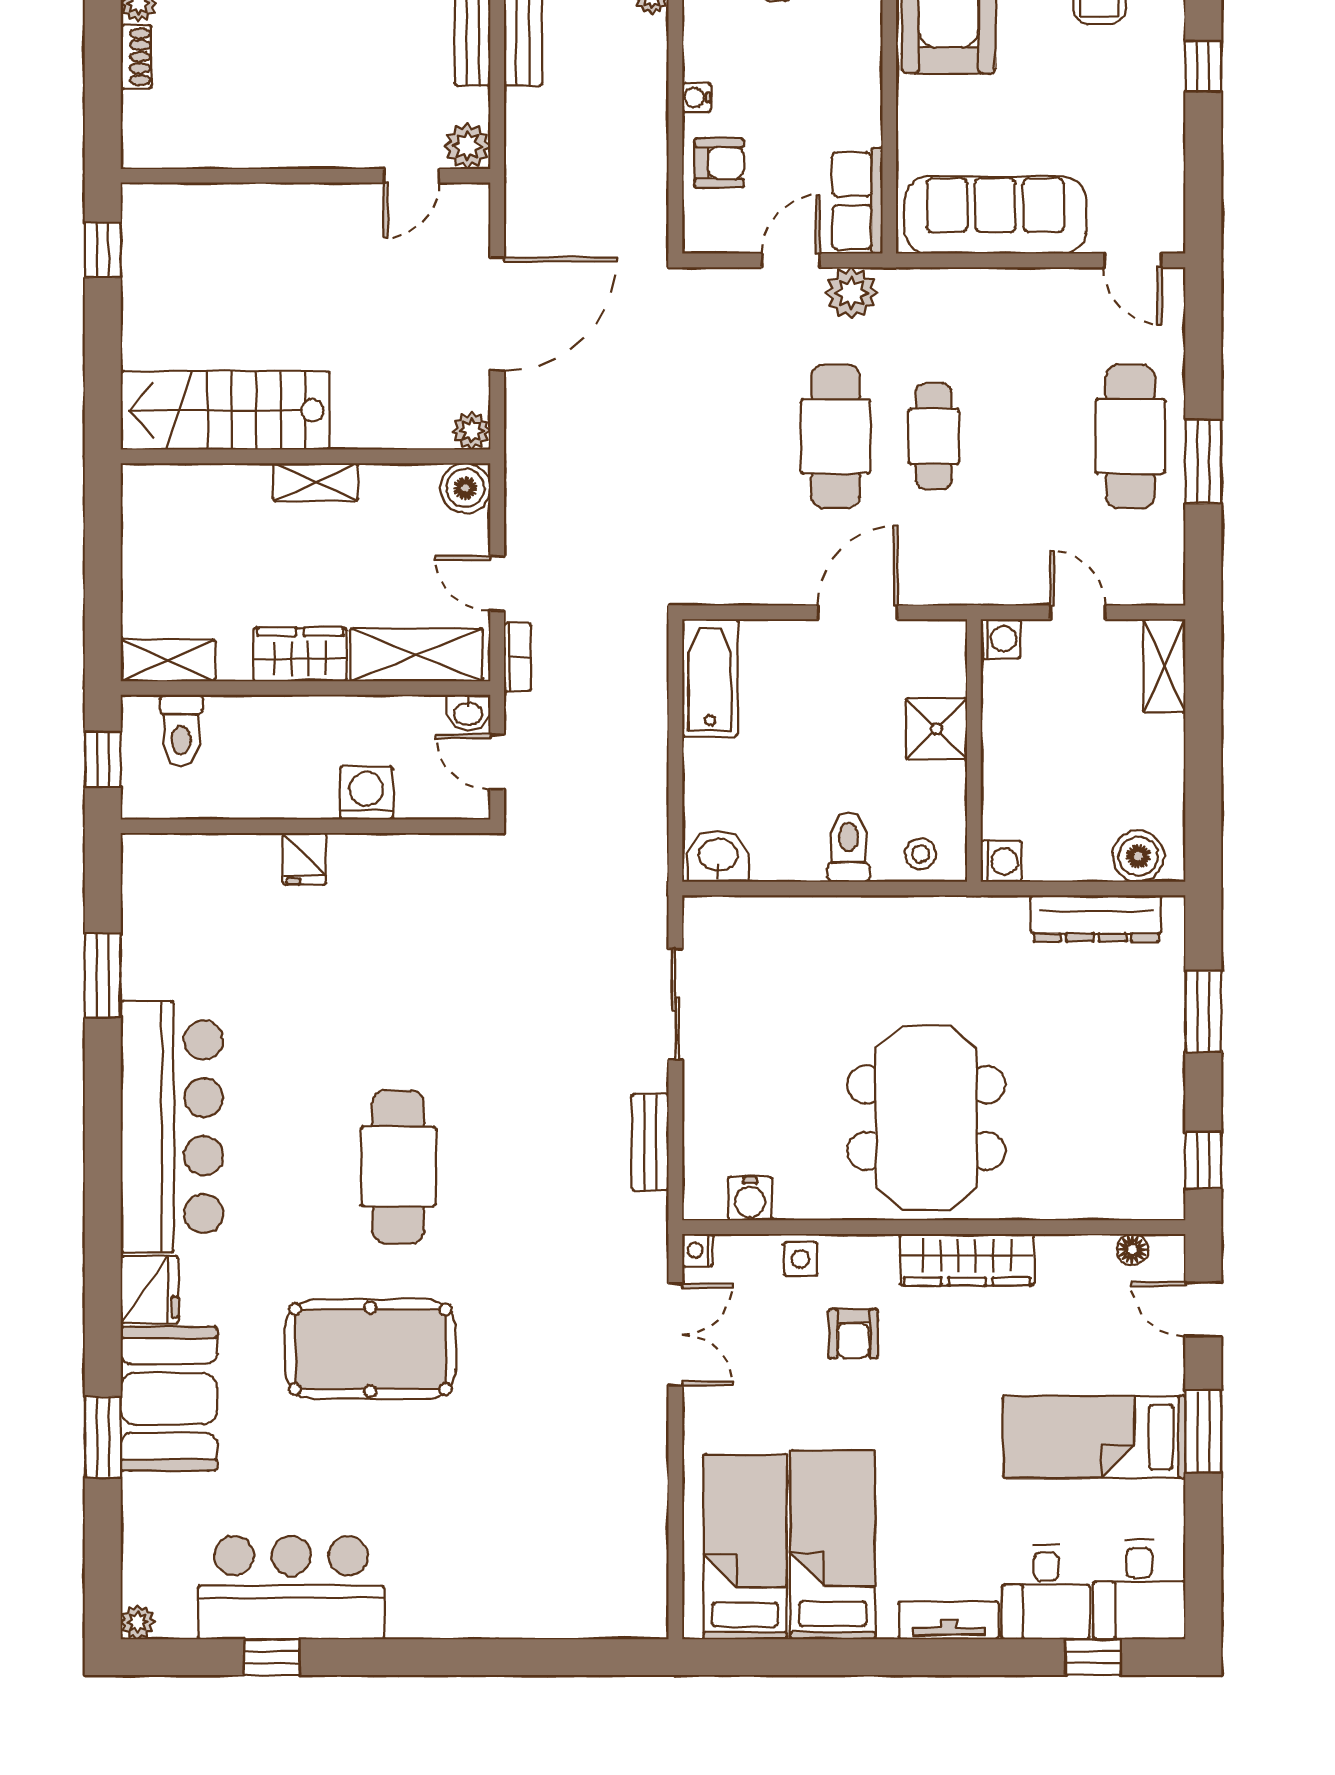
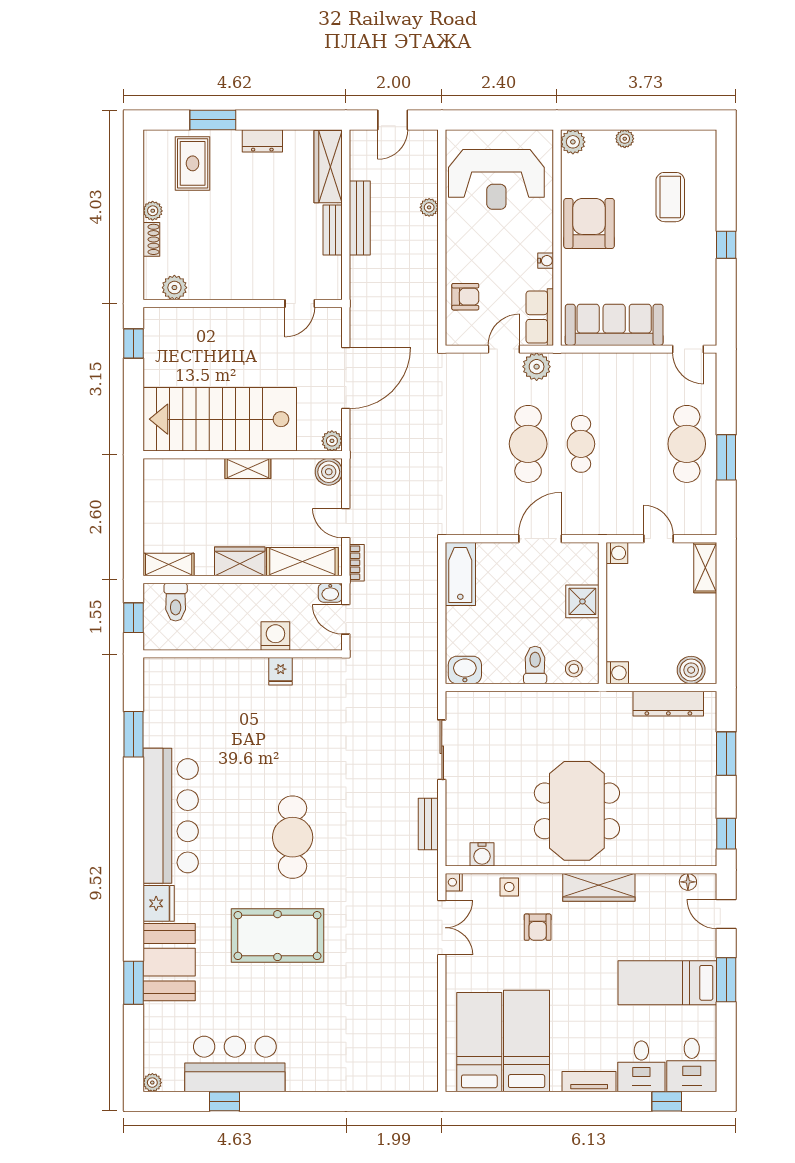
water cooler: (696, 98) -> (546, 261), moved, turned 180
plant: (467, 146) -> (174, 288), moved
stairs: (225, 410) -> (220, 419), width x1.36, depth x1.51
fridge: (304, 859) -> (281, 671), moved

